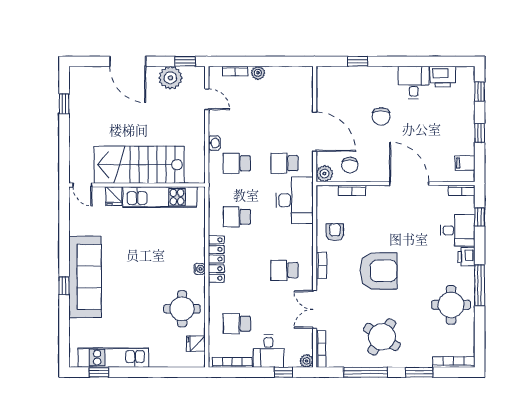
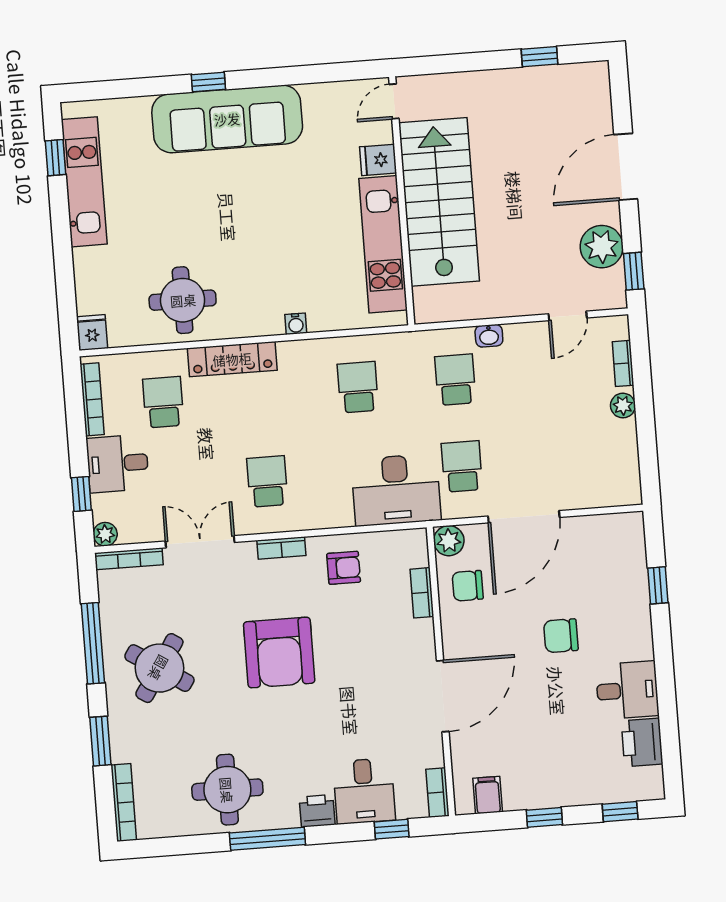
locker: (216, 259) -> (232, 359), moved
water cooler: (200, 269) -> (296, 324), moved
fridge: (196, 344) -> (92, 332), moved

